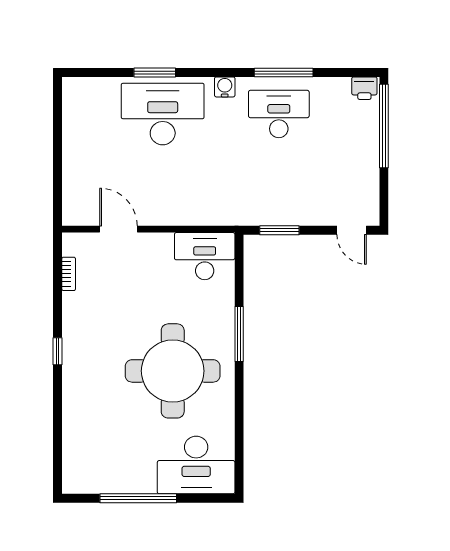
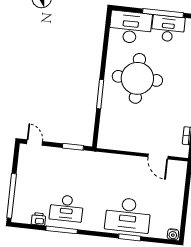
water cooler: (225, 87) -> (173, 234), moved
printer: (364, 88) -> (38, 219), moved
desk: (205, 256) -> (168, 29), moved, turned 180

